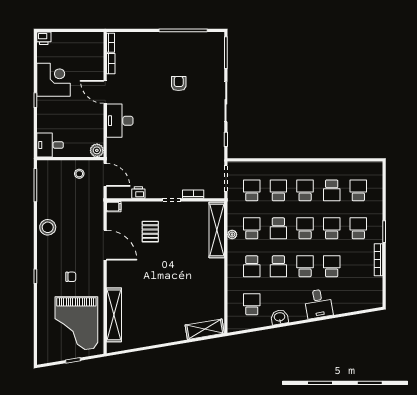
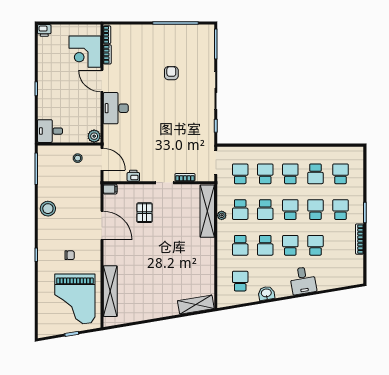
corner desk: (54, 80) -> (85, 52), moved, turned 180
school desk: (252, 228) -> (240, 210), turned 180

